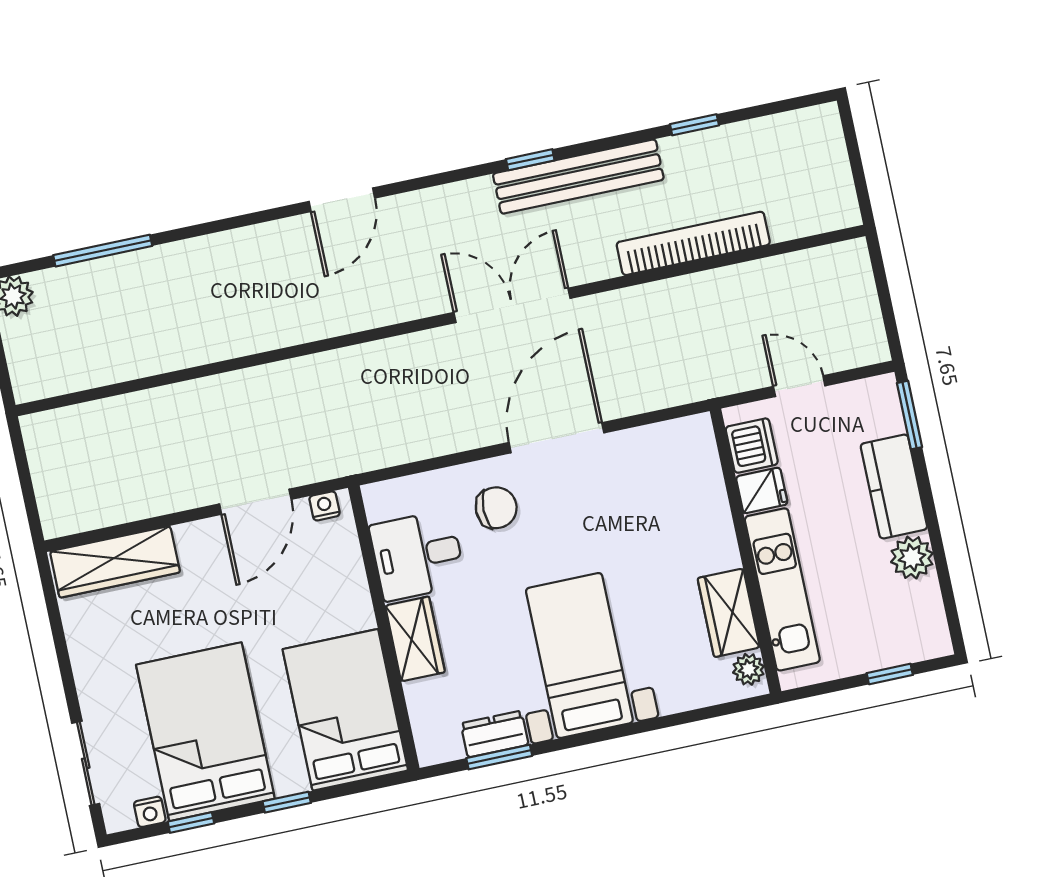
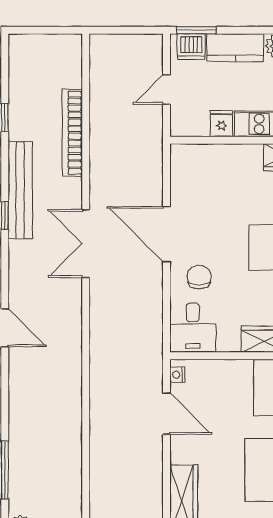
dishwasher: (752, 446) -> (191, 47), moved, turned 180
desk: (418, 555) -> (193, 328), moved

